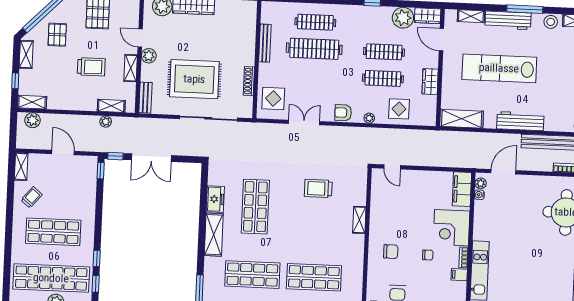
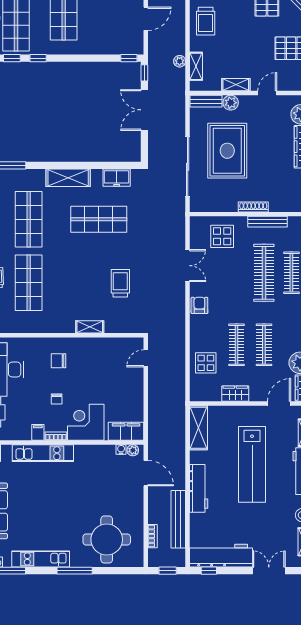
plant: (149, 56) -> (231, 103), moved
trolley: (91, 67) -> (206, 21), moved
lab bench: (499, 68) -> (252, 464), turned 180
shoe rack: (249, 81) -> (253, 207), moved
display table: (273, 98) -> (222, 236), moved
plant: (369, 118) -> (195, 333), removed
freezer: (215, 199) -> (117, 178), moved
chair: (391, 252) -> (59, 361), turned 90

